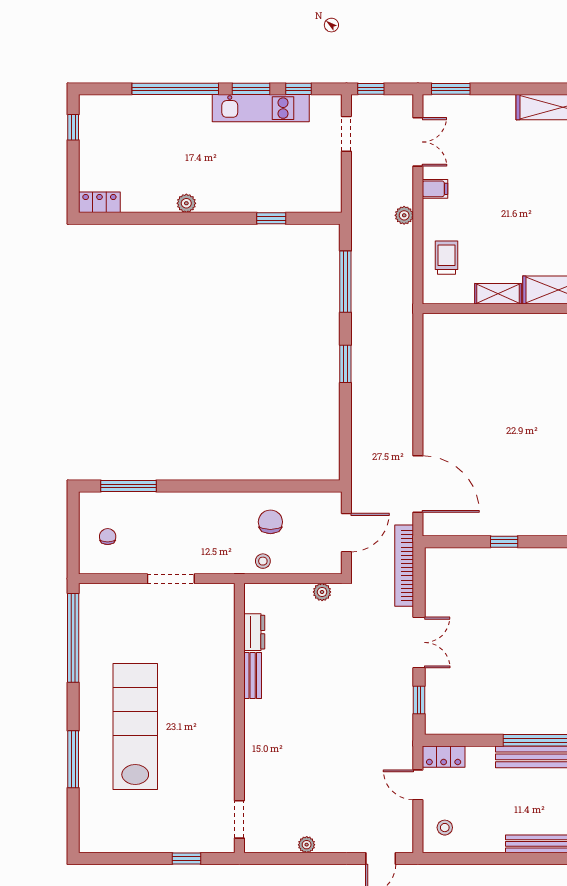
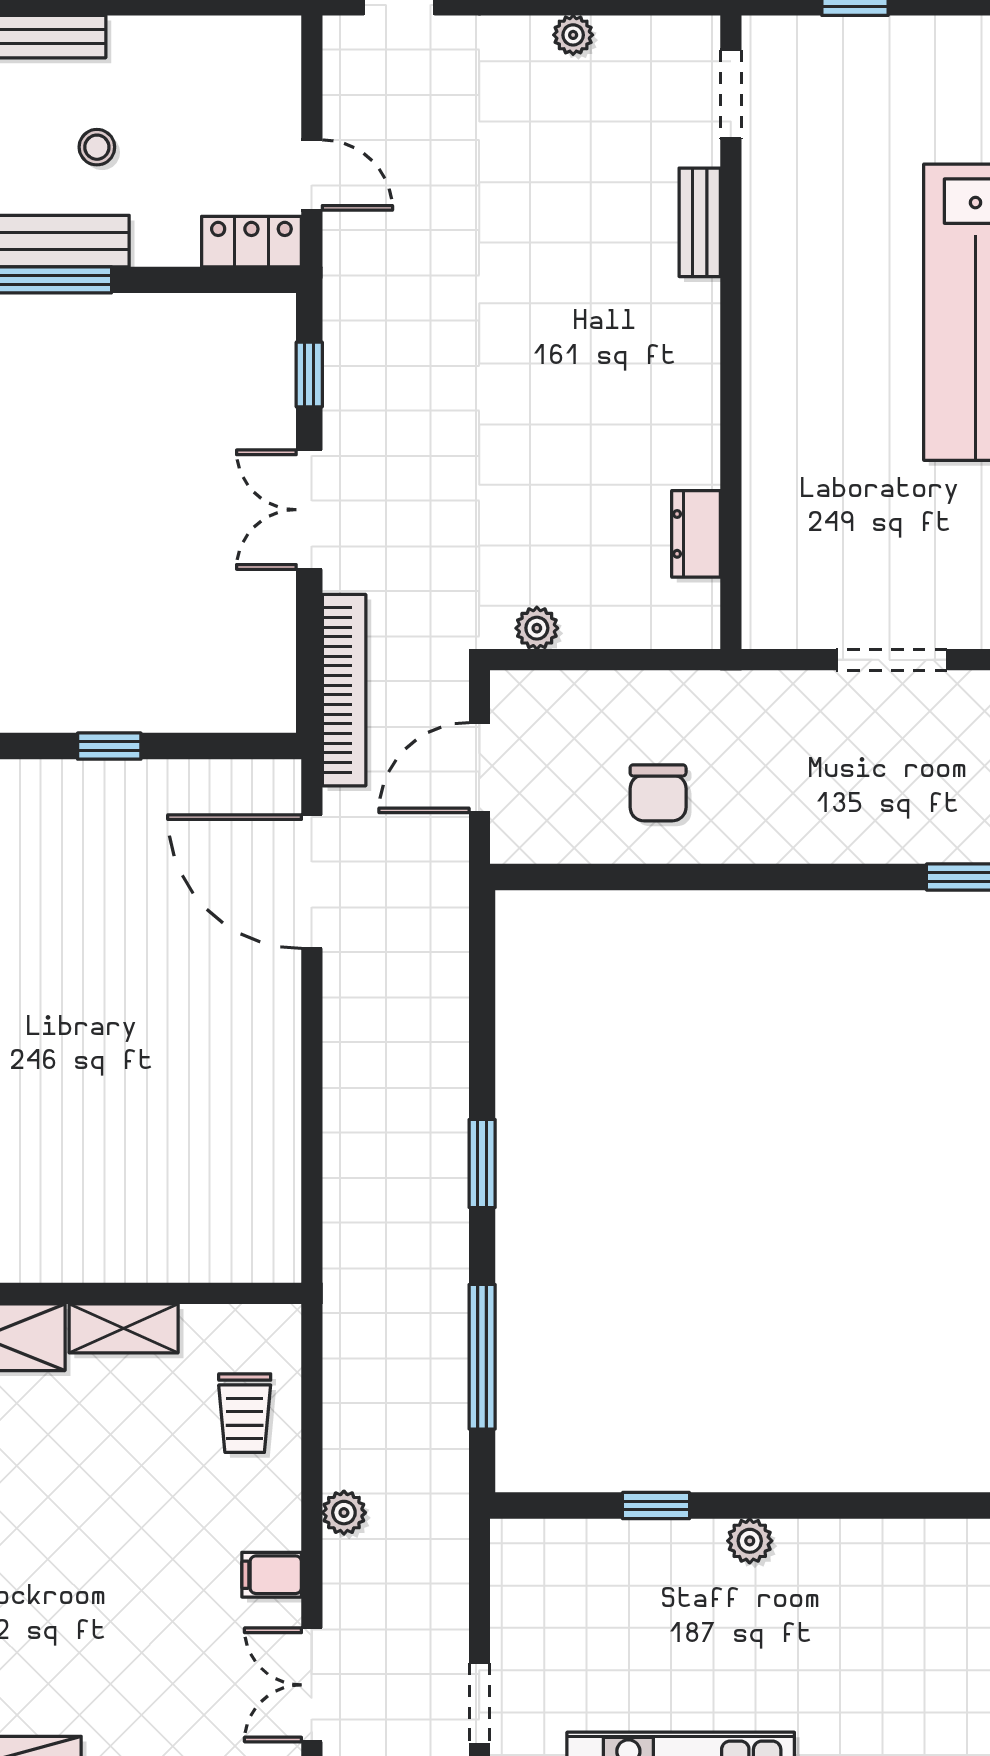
plant: (186, 203) -> (750, 1541), moved
stool: (263, 561) -> (676, 701), removed
bench: (253, 675) -> (700, 222), moved
stool: (445, 828) -> (97, 147), moved

